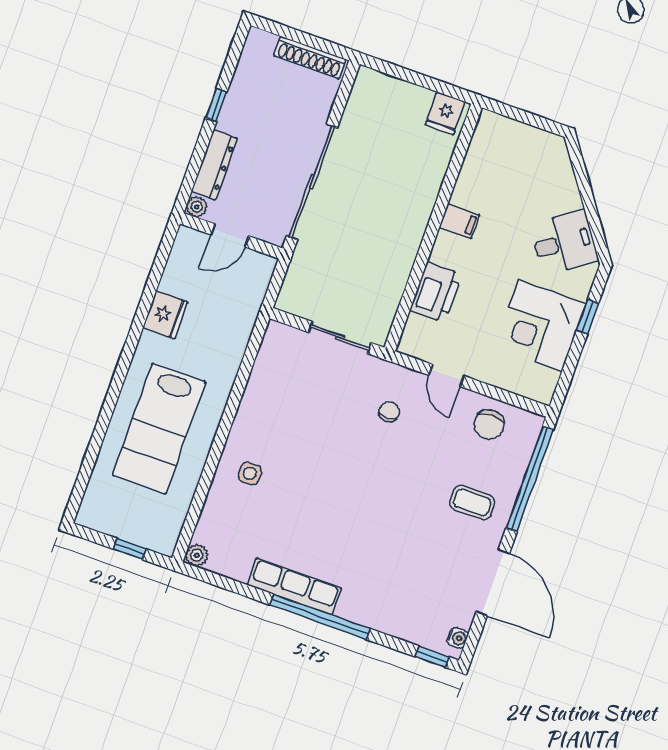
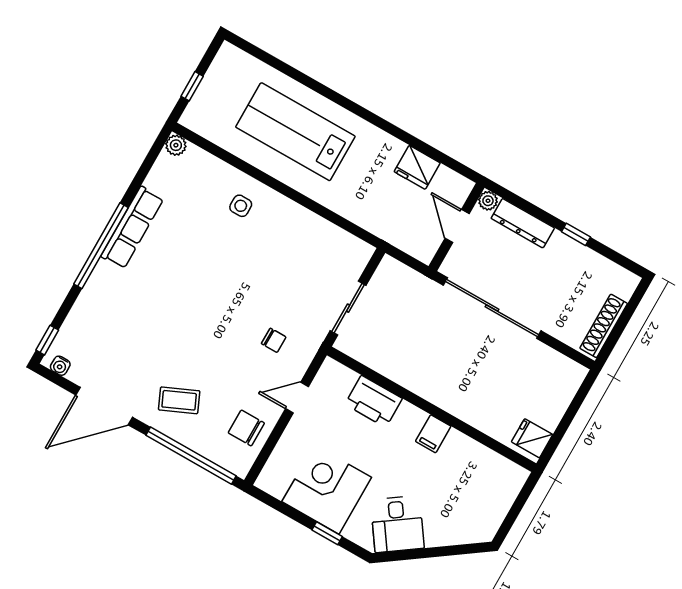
fridge: (165, 315) -> (417, 167), moved
coffee table: (472, 503) -> (179, 400), turned 66

